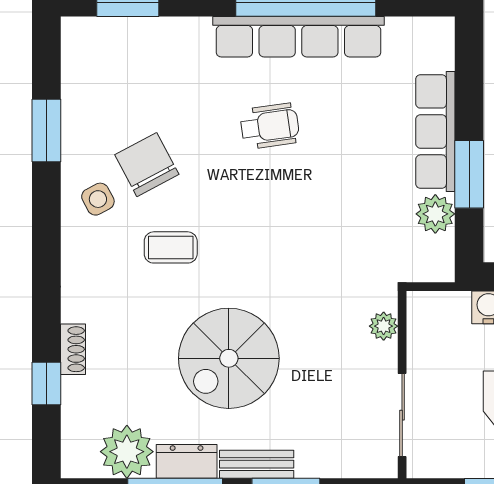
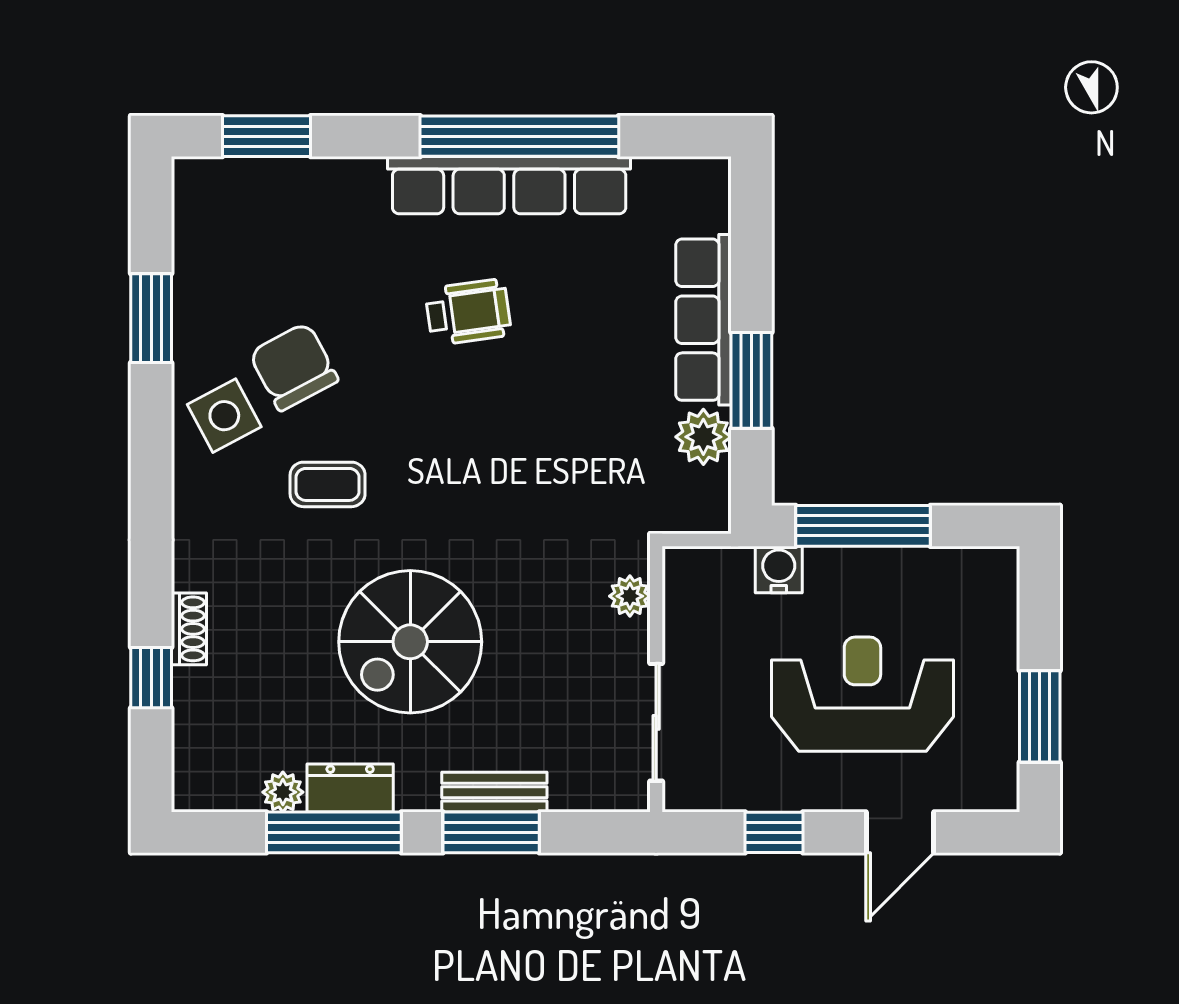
side table: (98, 199) -> (224, 416), width x1.37, depth x1.37
plant: (127, 452) -> (283, 792), width x0.53, depth x0.53
bench: (257, 464) -> (494, 792), moved

